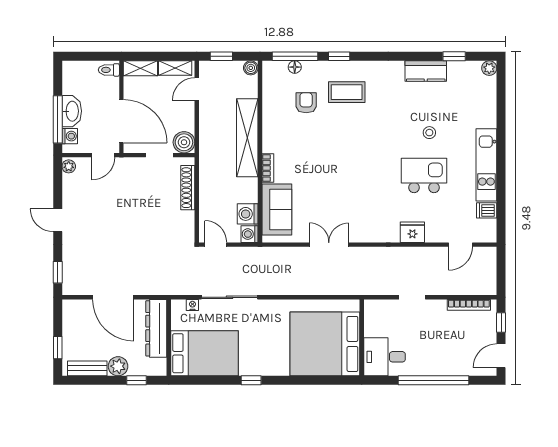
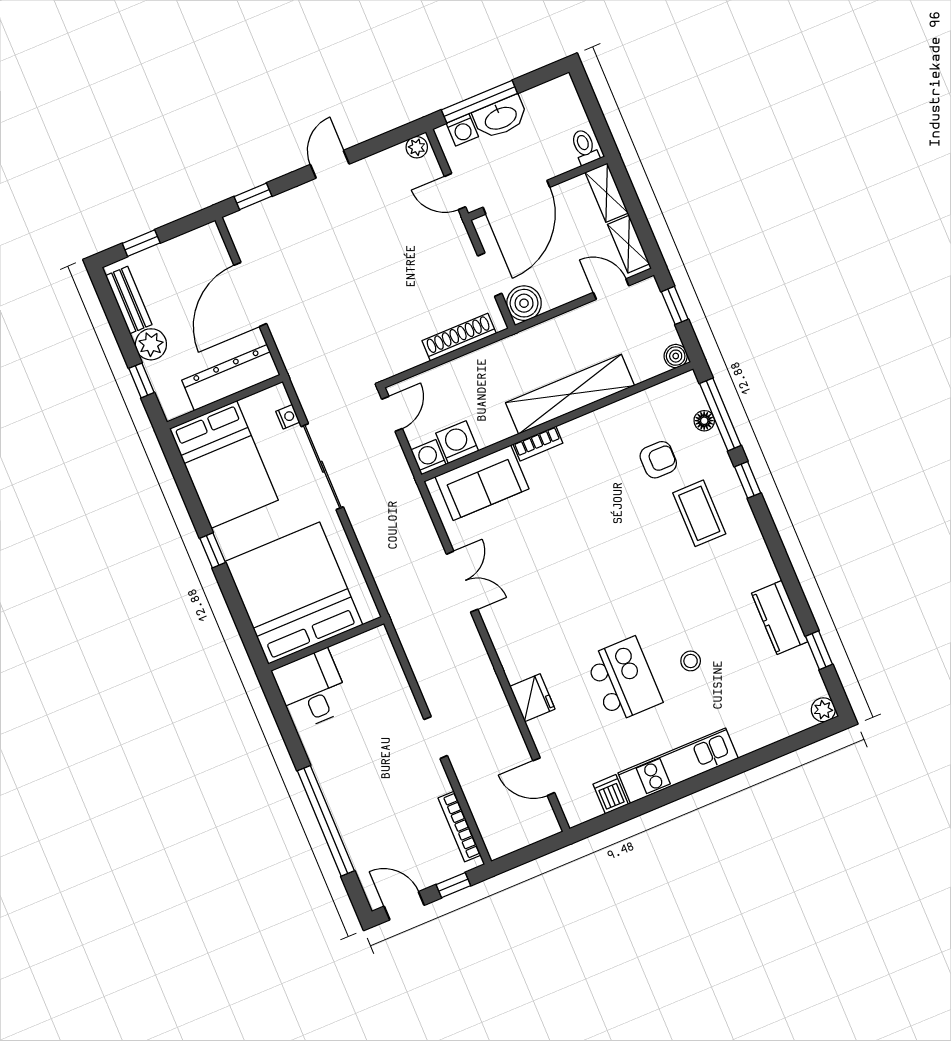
wall: (362, 338) -> (326, 644), moved
bed: (325, 344) -> (294, 593), moved
desk: (385, 357) -> (312, 689), moved

